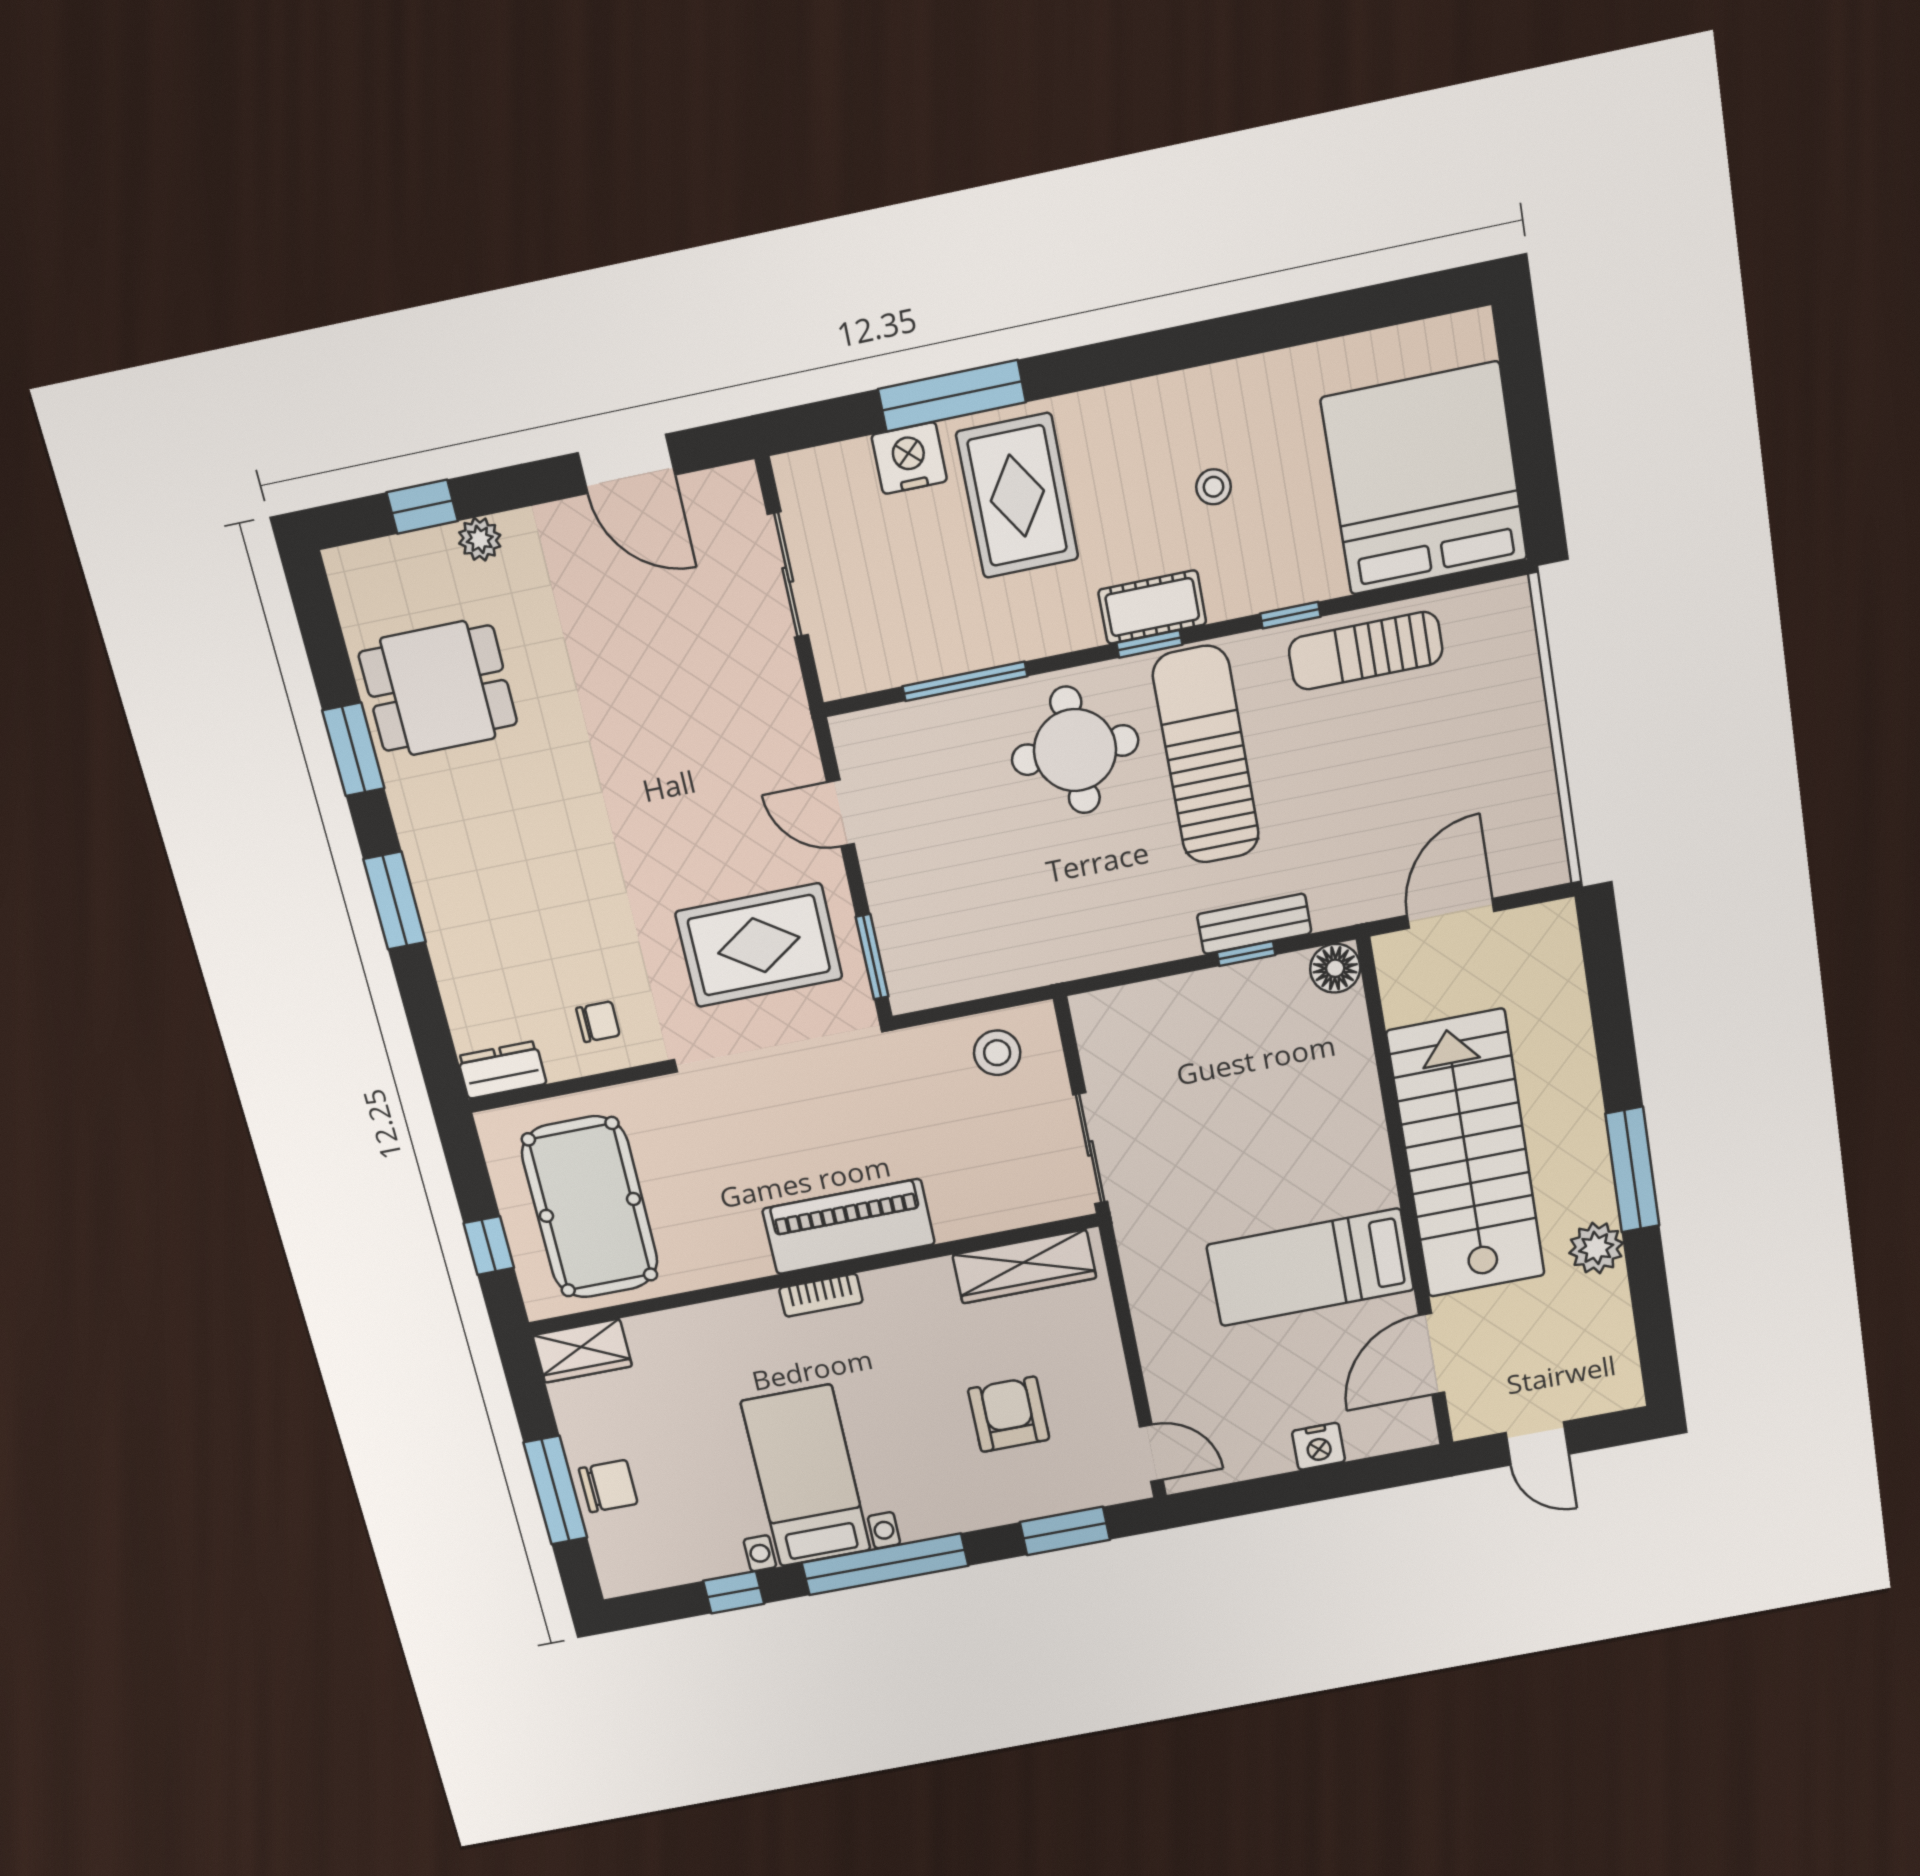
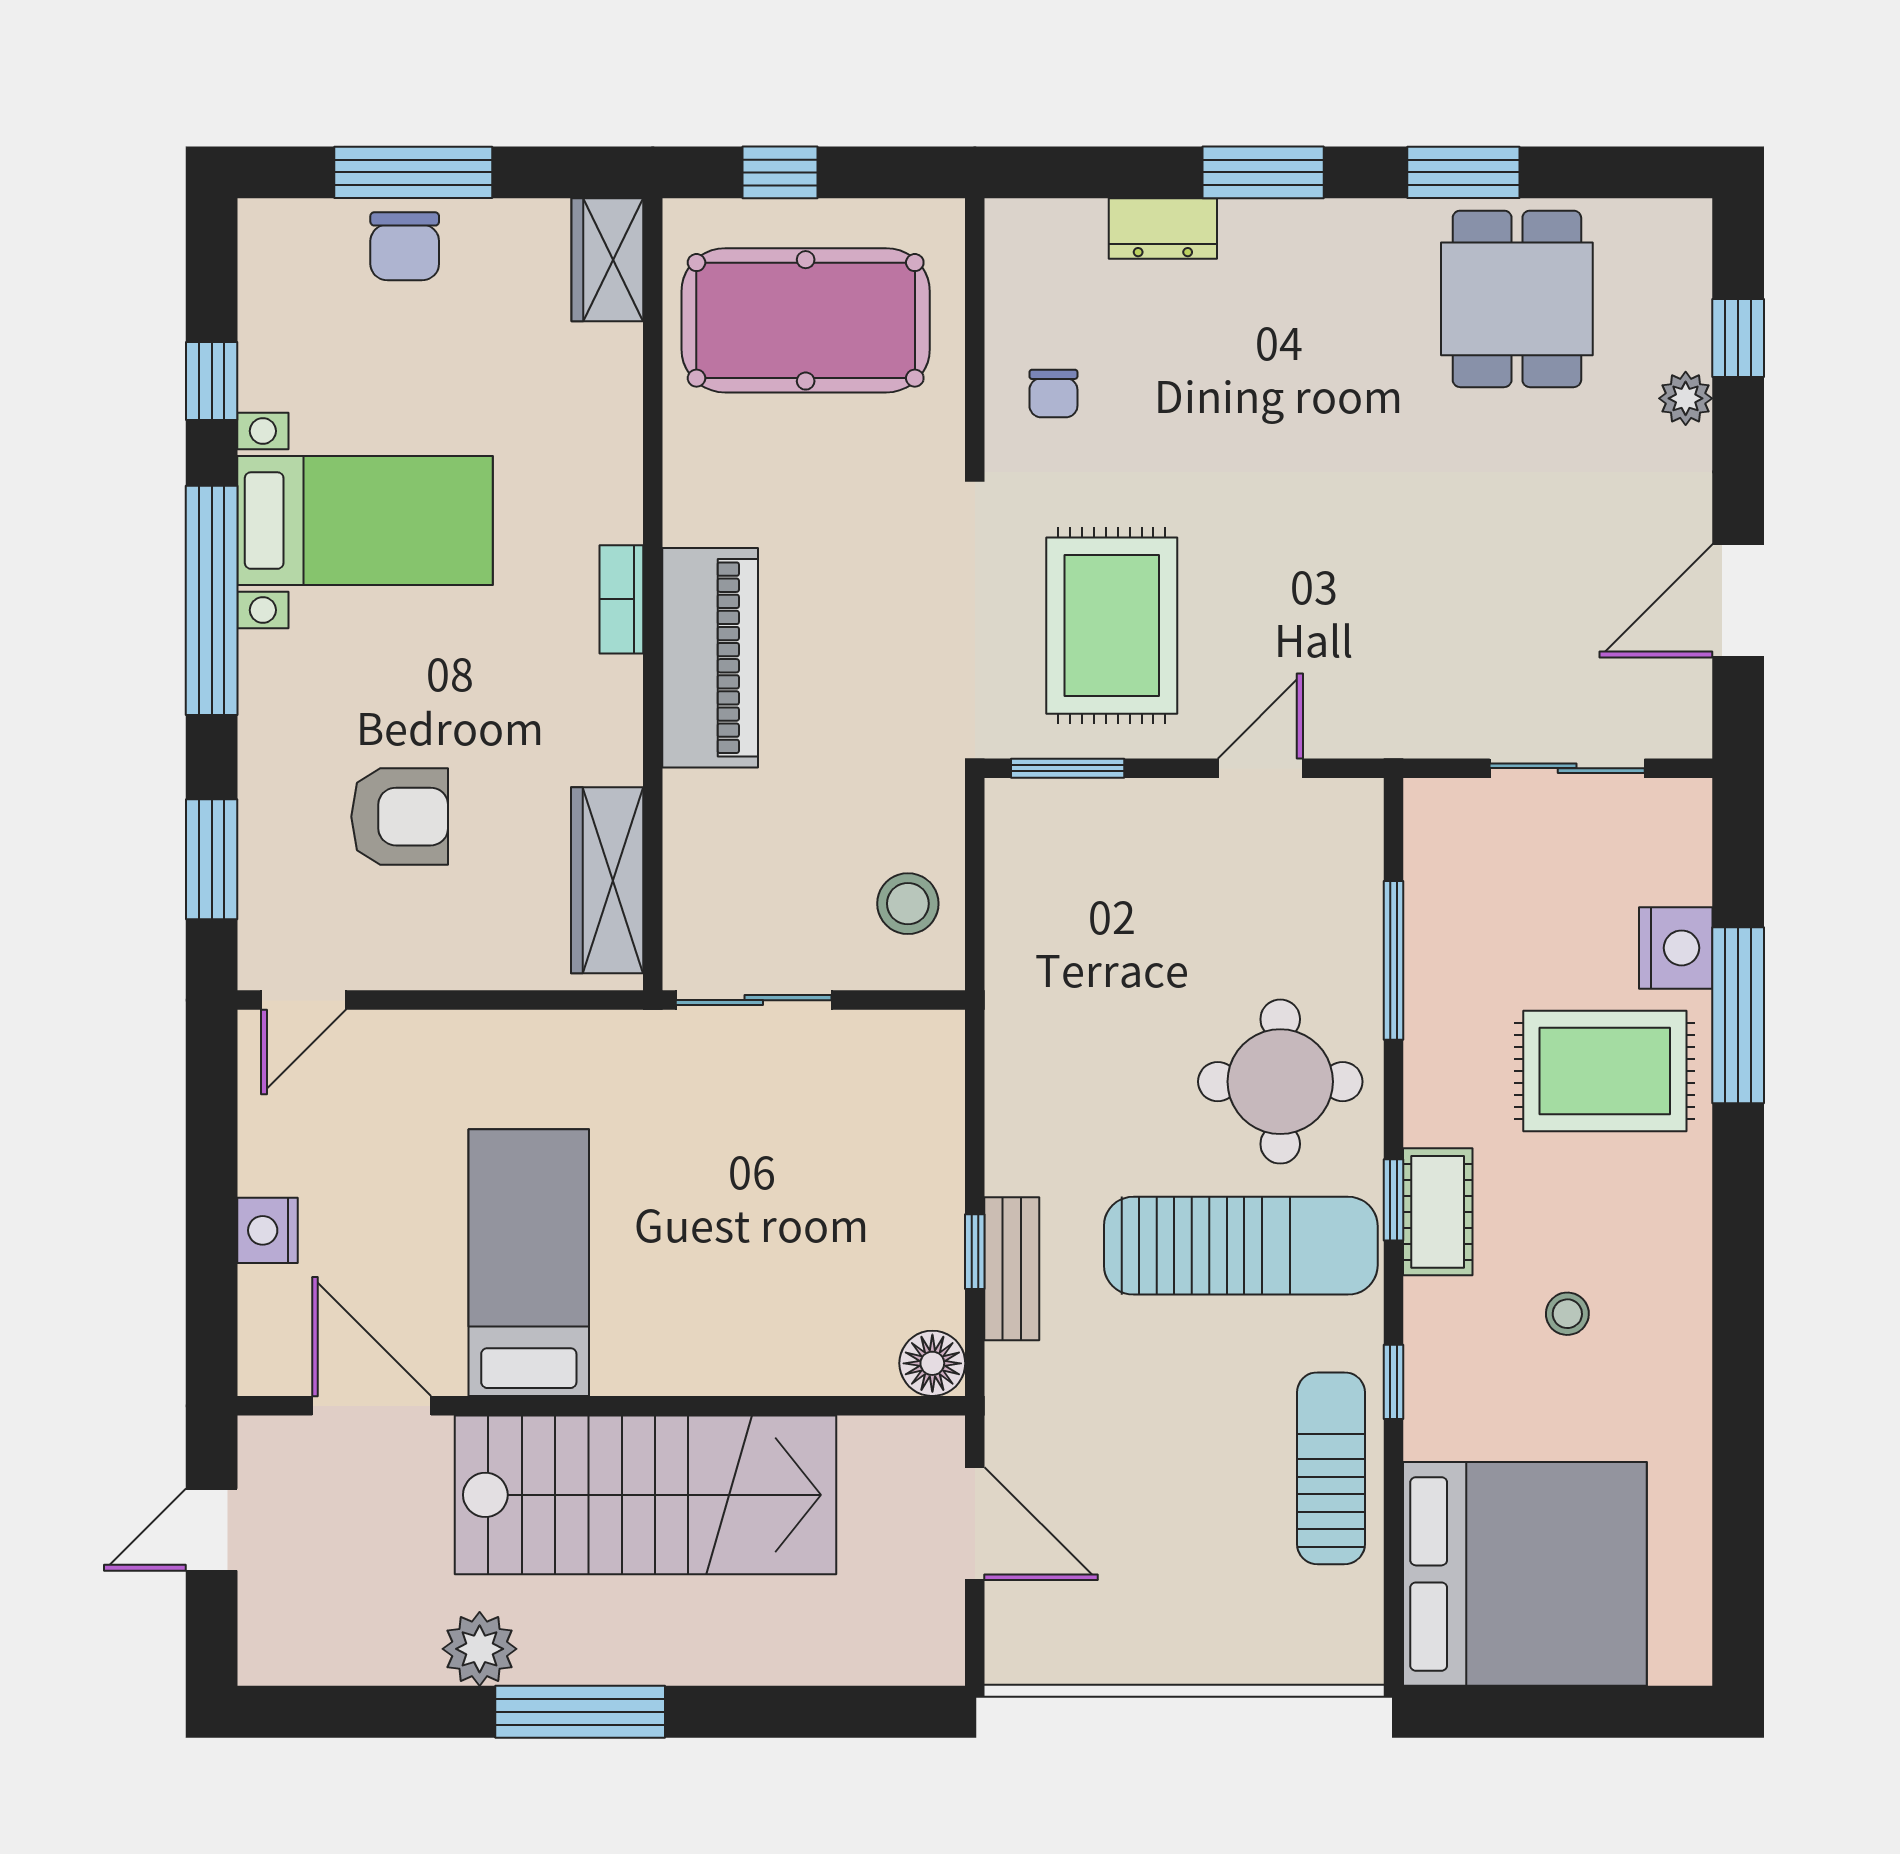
dresser: (502, 1070) -> (1163, 228), moved, turned 90

